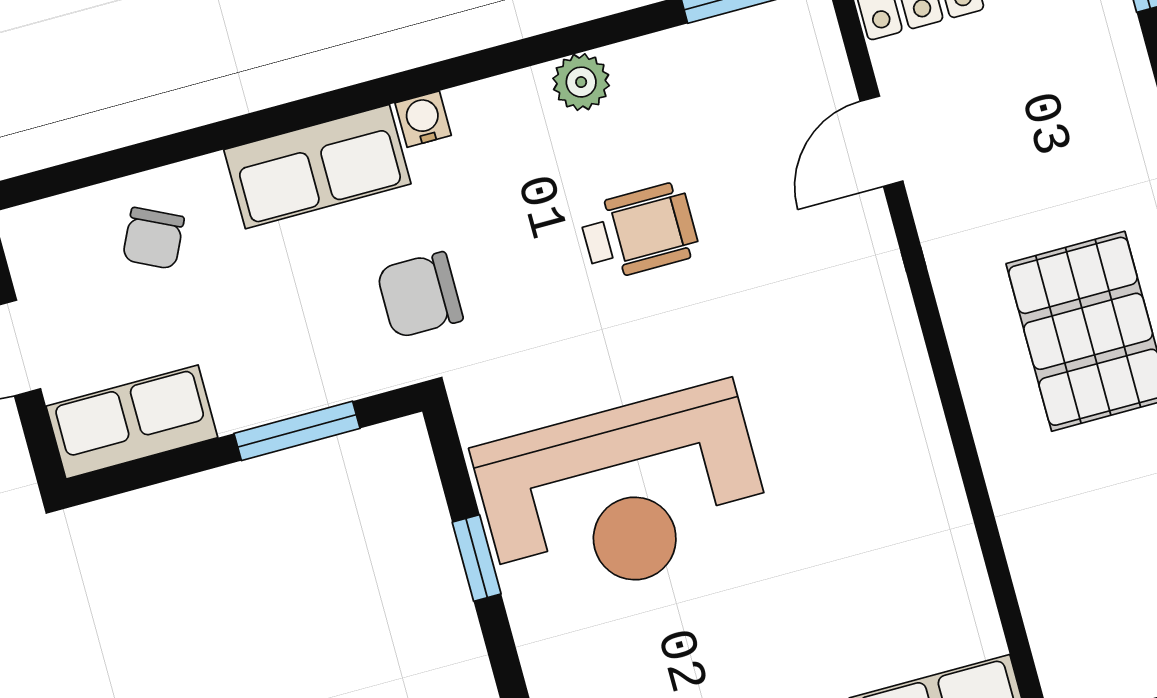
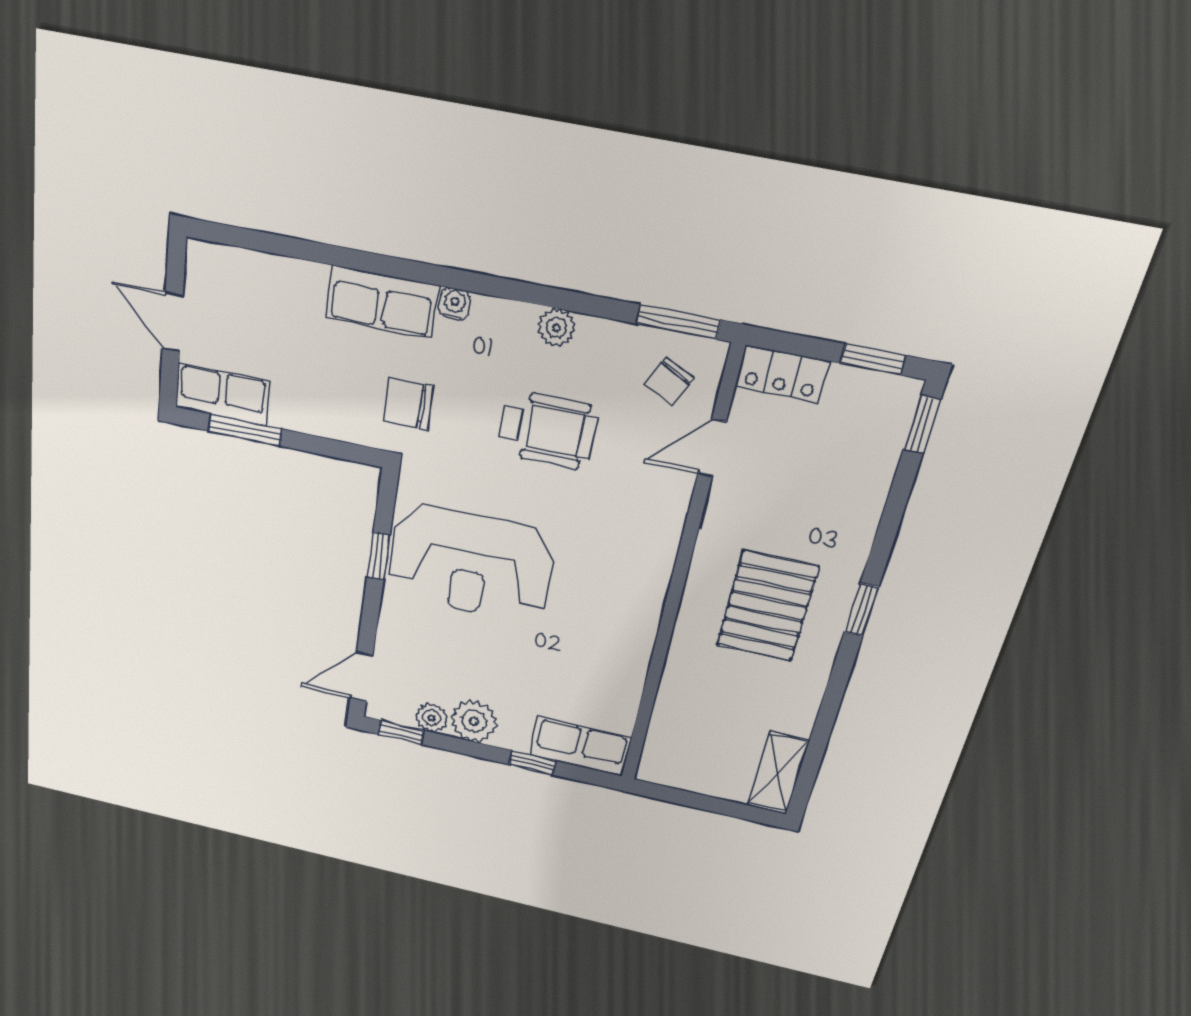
wheelchair: (639, 231) -> (548, 430), width x1.36, depth x1.37
chair: (153, 238) -> (669, 381), moved
window: (297, 431) -> (245, 430), moved

